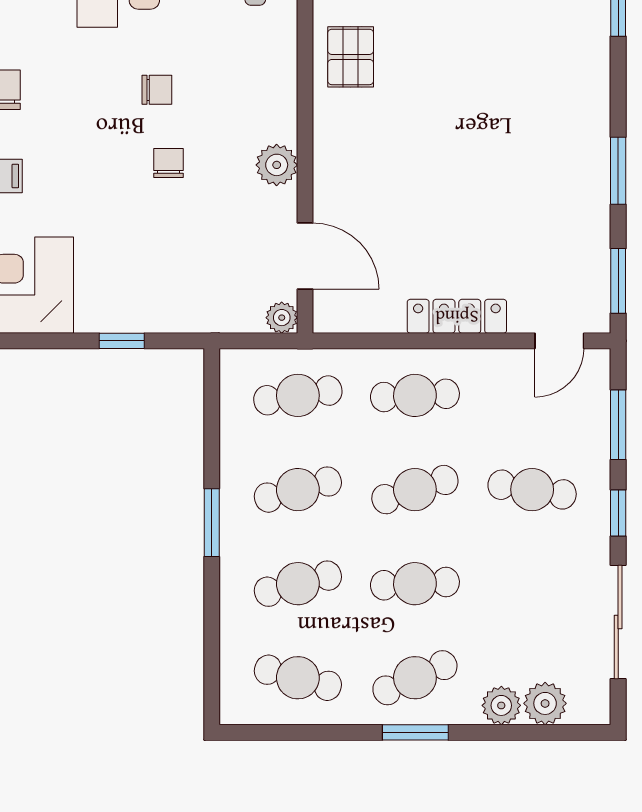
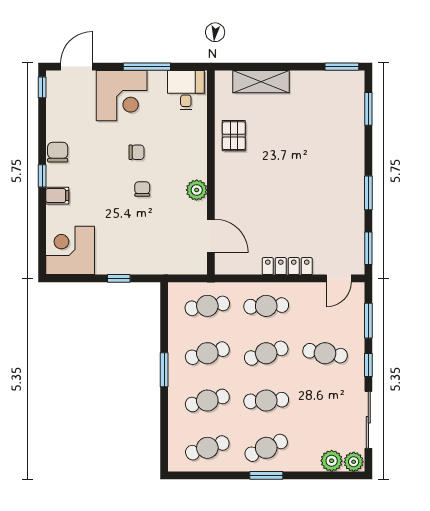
plant: (282, 318) -> (199, 267), removed
cafe table: (298, 678) -> (207, 448), turned -33
plant: (501, 705) -> (354, 462), moved

